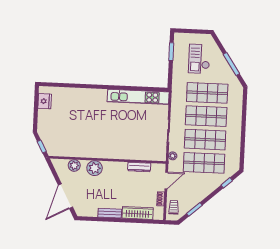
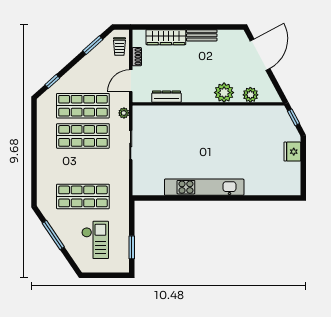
kitchen unit: (138, 97) -> (204, 187), moved
fridge: (45, 101) -> (292, 152), moved
shop shelf: (206, 116) -> (83, 166), removed

